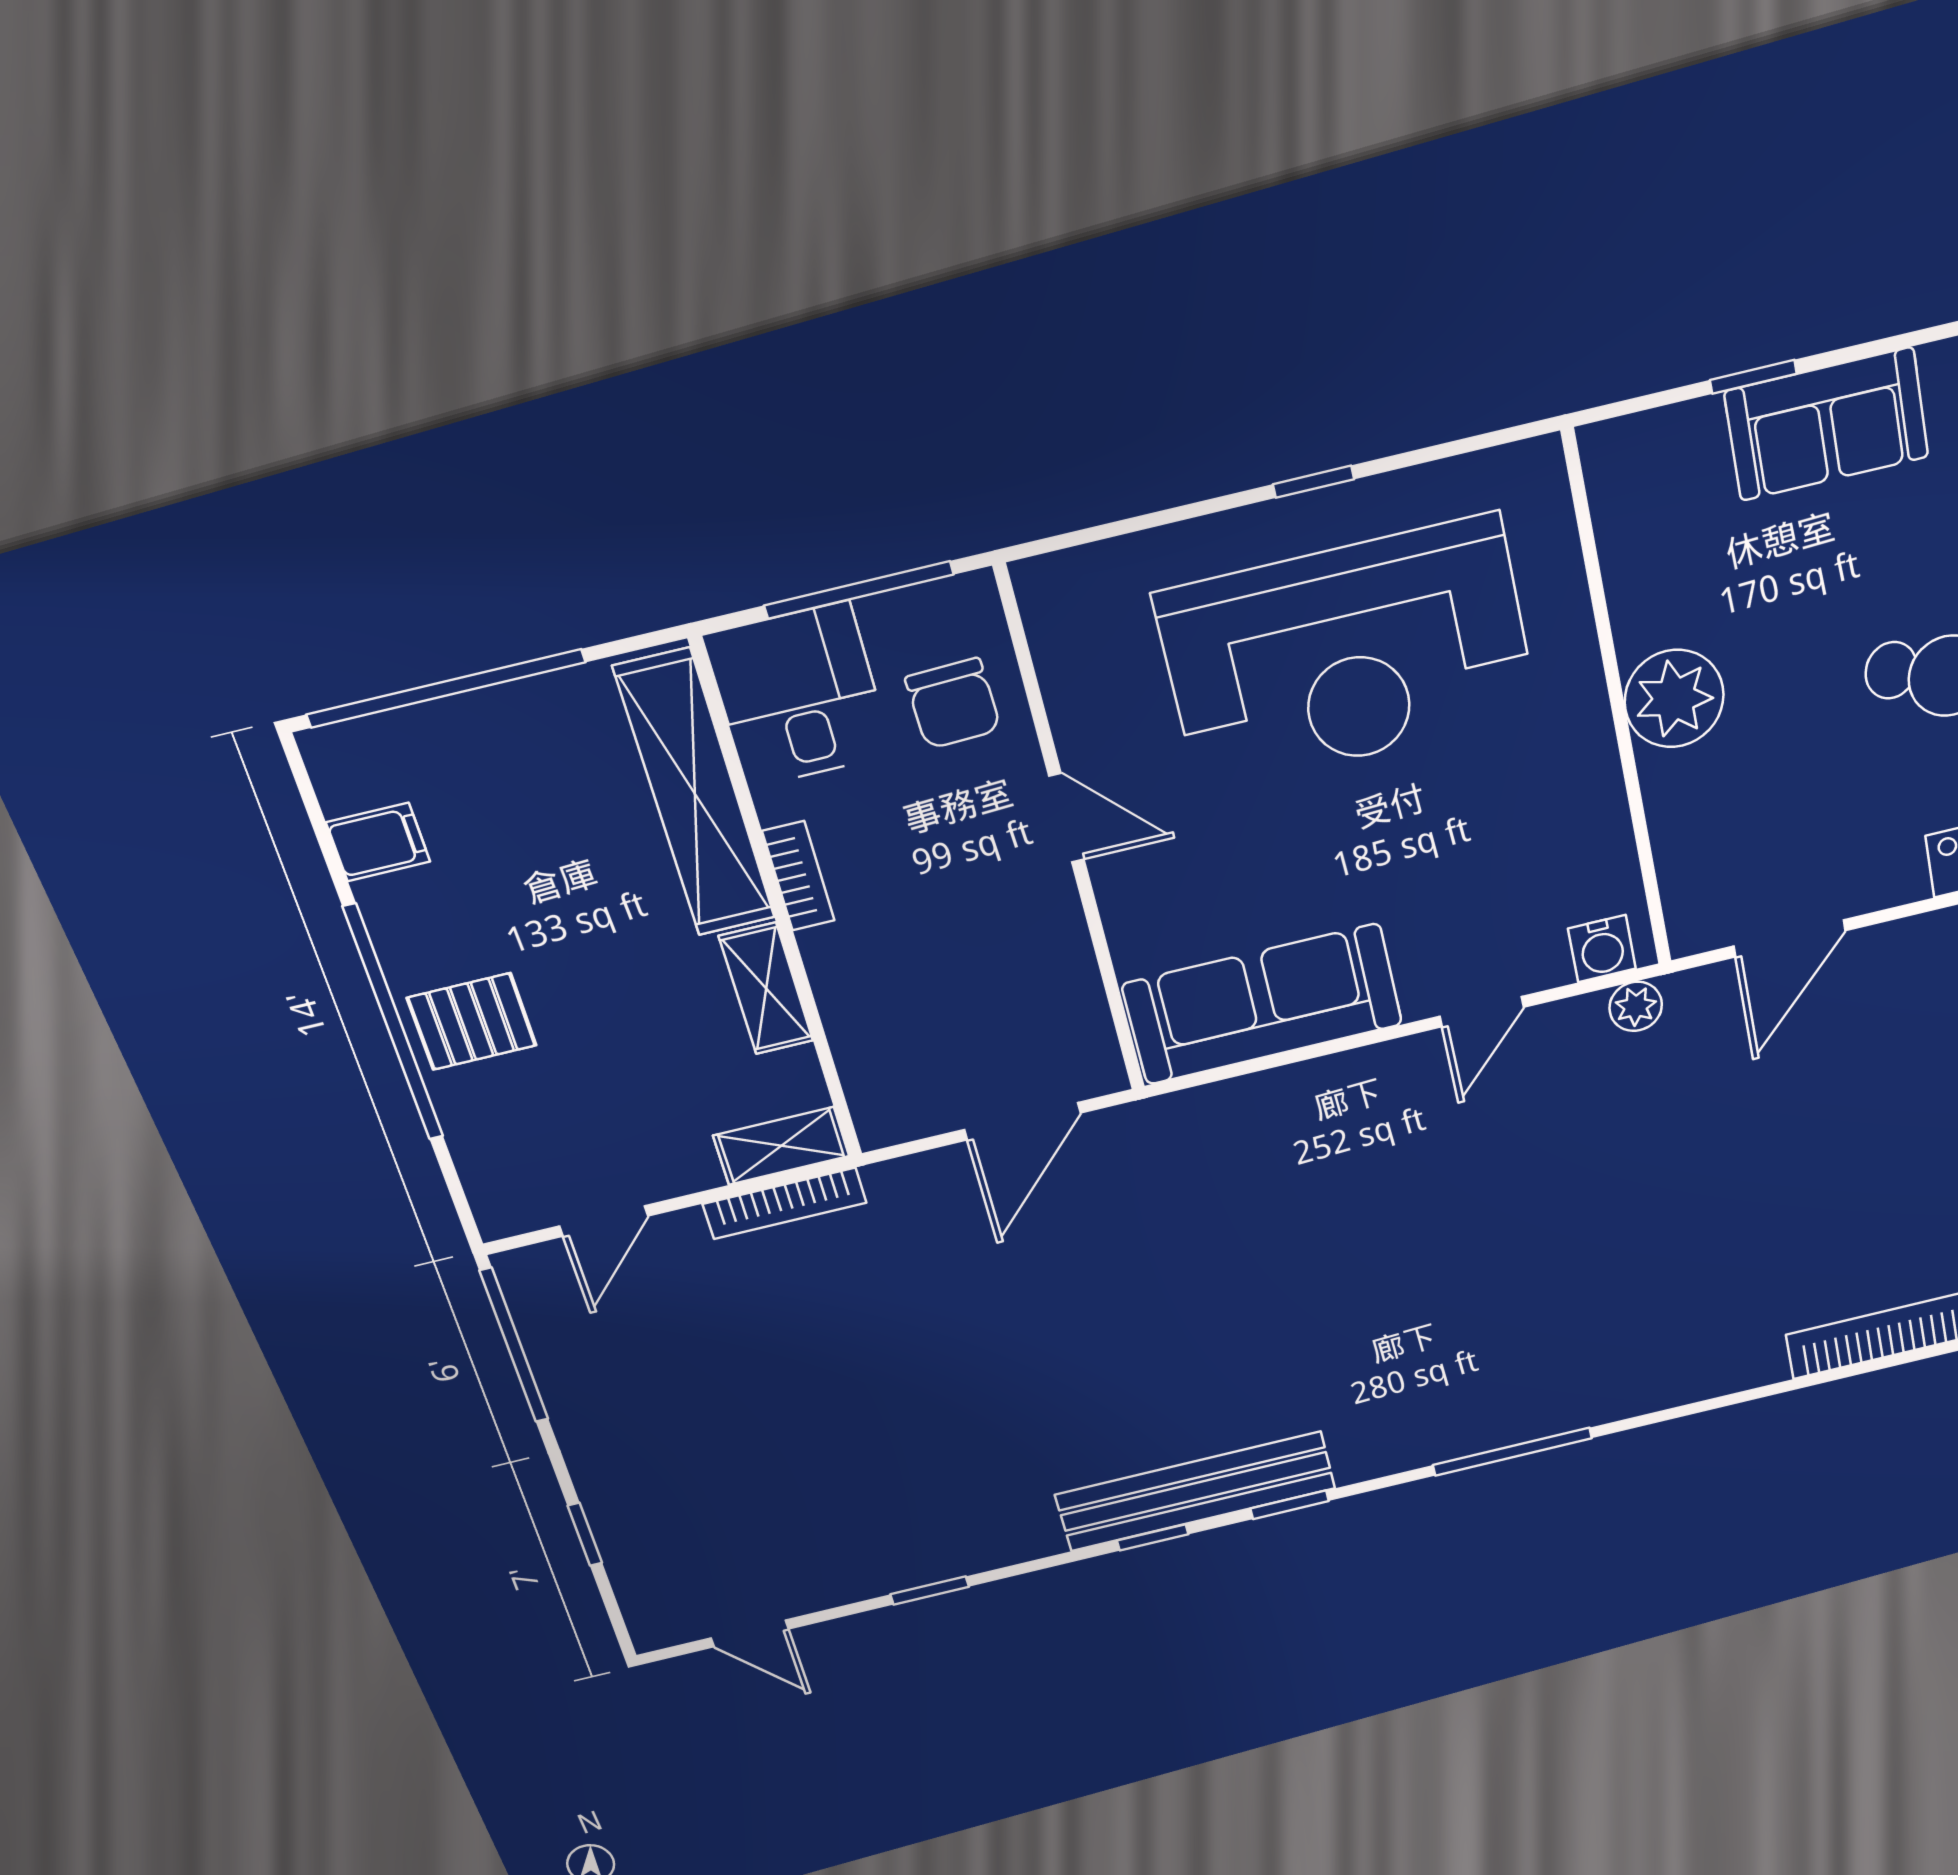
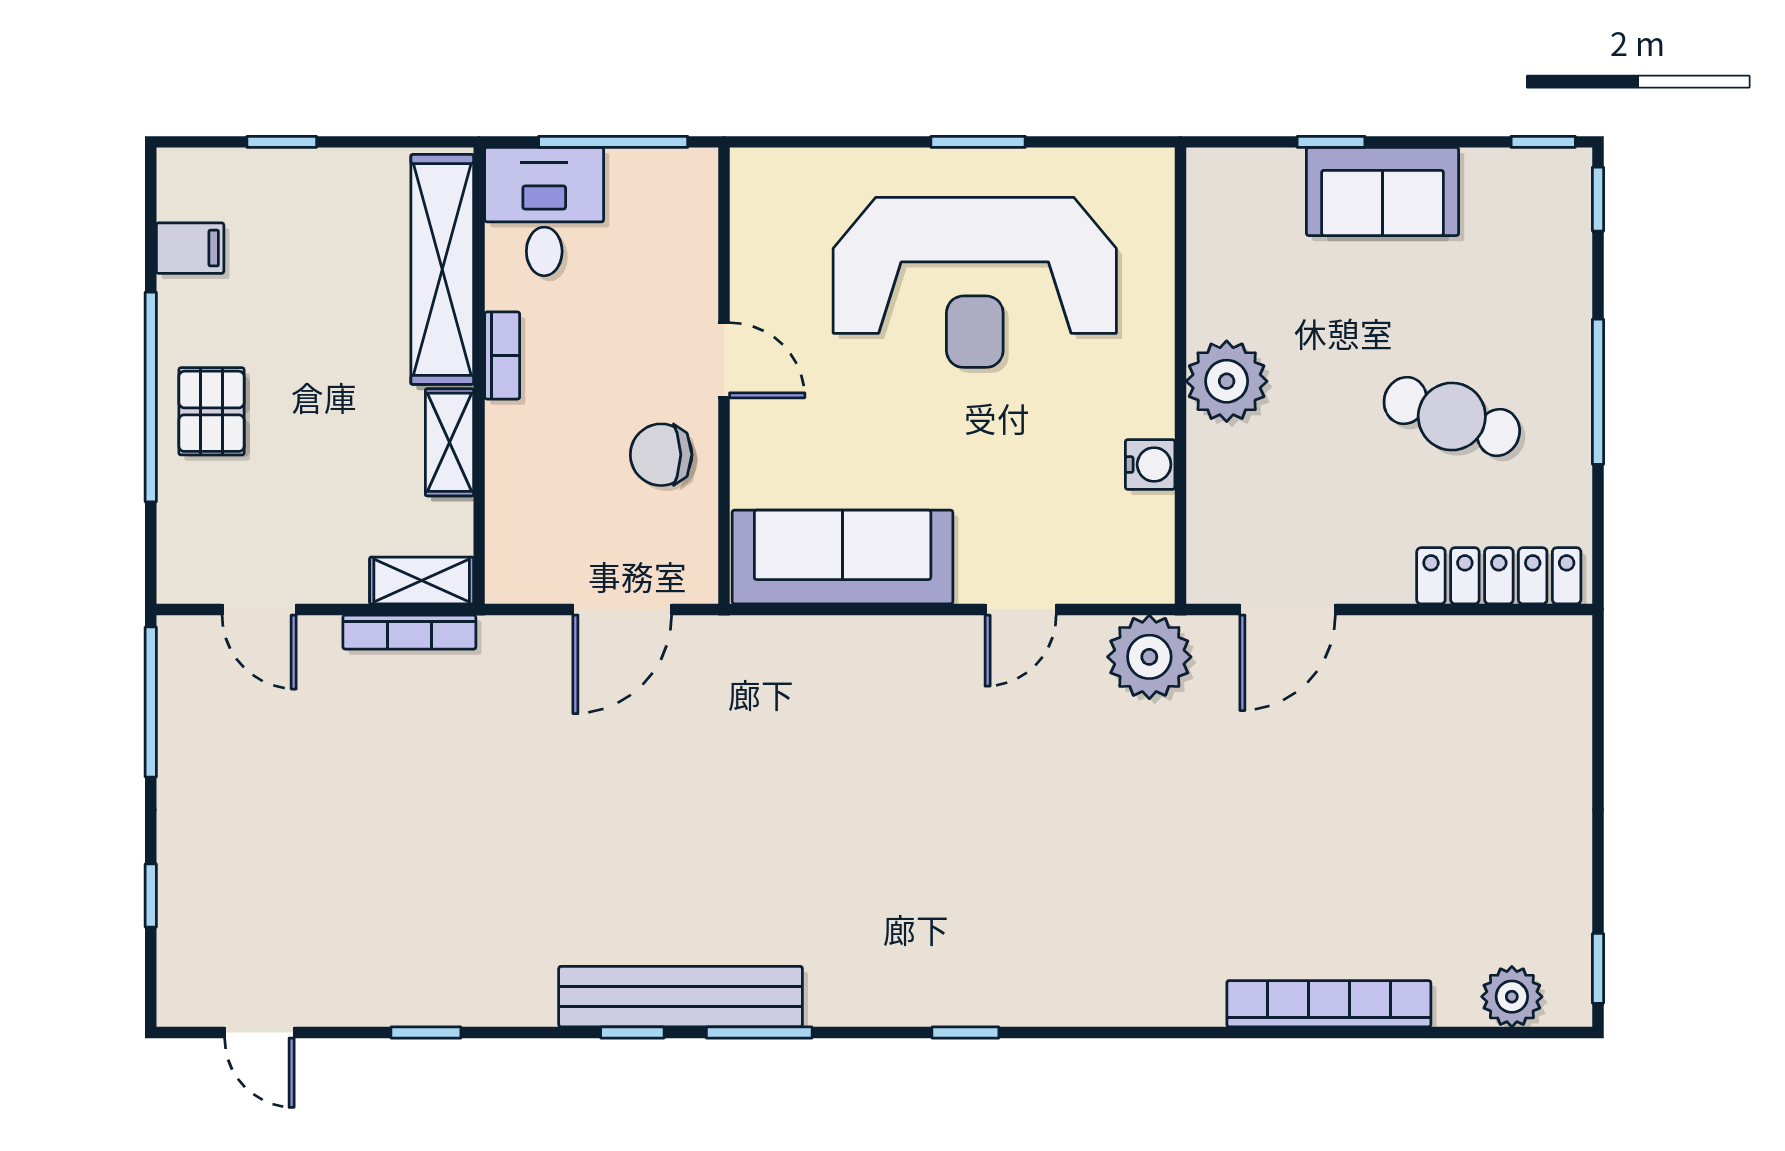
window: (1314, 482) -> (978, 142), width x1.50
window: (446, 688) -> (282, 142), width x0.32
chair: (953, 704) -> (661, 455), moved, turned 92
water cooler: (1602, 949) -> (1150, 465), moved, turned -90
plant: (1636, 1006) -> (1149, 657), width x1.88, depth x1.88
pallet: (472, 1022) -> (211, 411), turned 90
door: (604, 1221) -> (259, 609), hinge flipped
window: (1512, 1452) -> (965, 1032), width x0.46
window: (1290, 1505) -> (759, 1032), width x1.50

